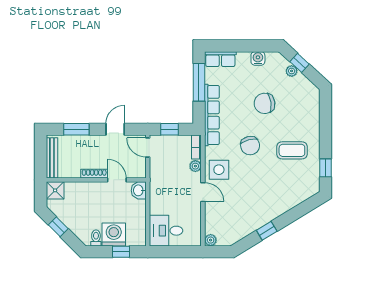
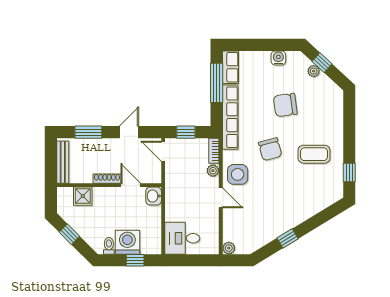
row of seats: (220, 59) -> (230, 67), moved, turned -90
shower: (55, 190) -> (83, 196), moved

